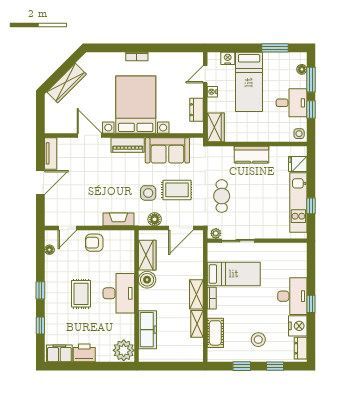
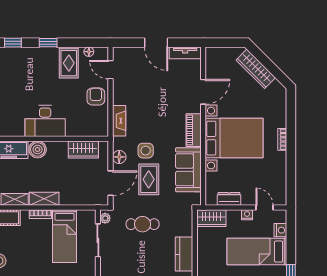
door: (181, 228) -> (111, 183), swing flipped
boiler: (147, 280) -> (38, 149), moved
rug: (81, 294) -> (69, 63), moved, turned 90

